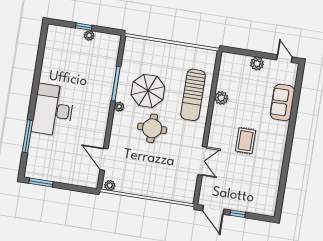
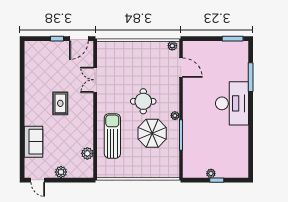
plant: (221, 98) -> (87, 153), moved
door: (213, 210) -> (79, 39), swing flipped

